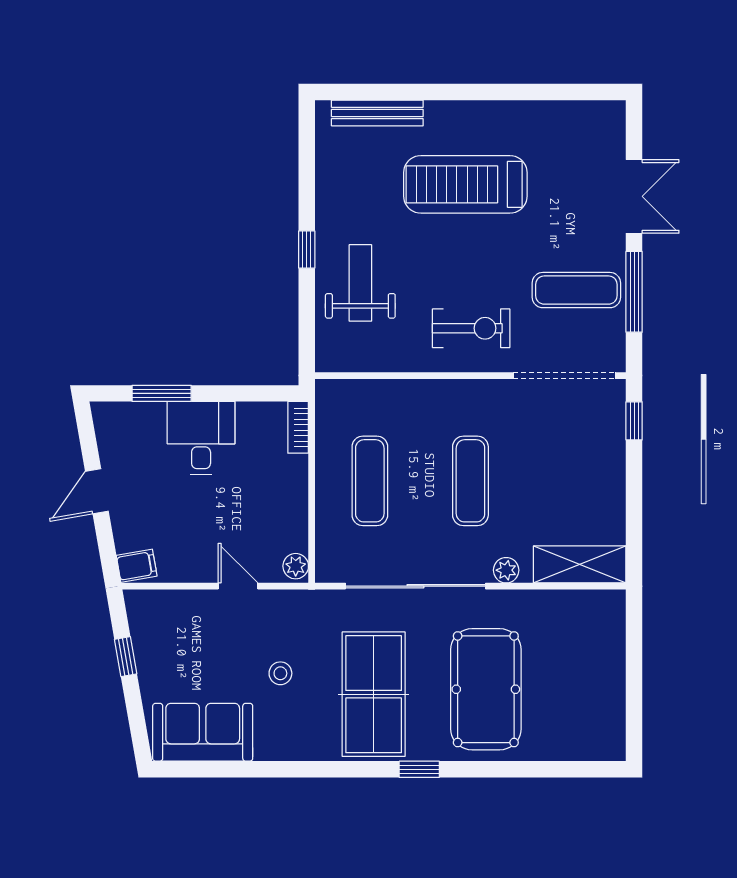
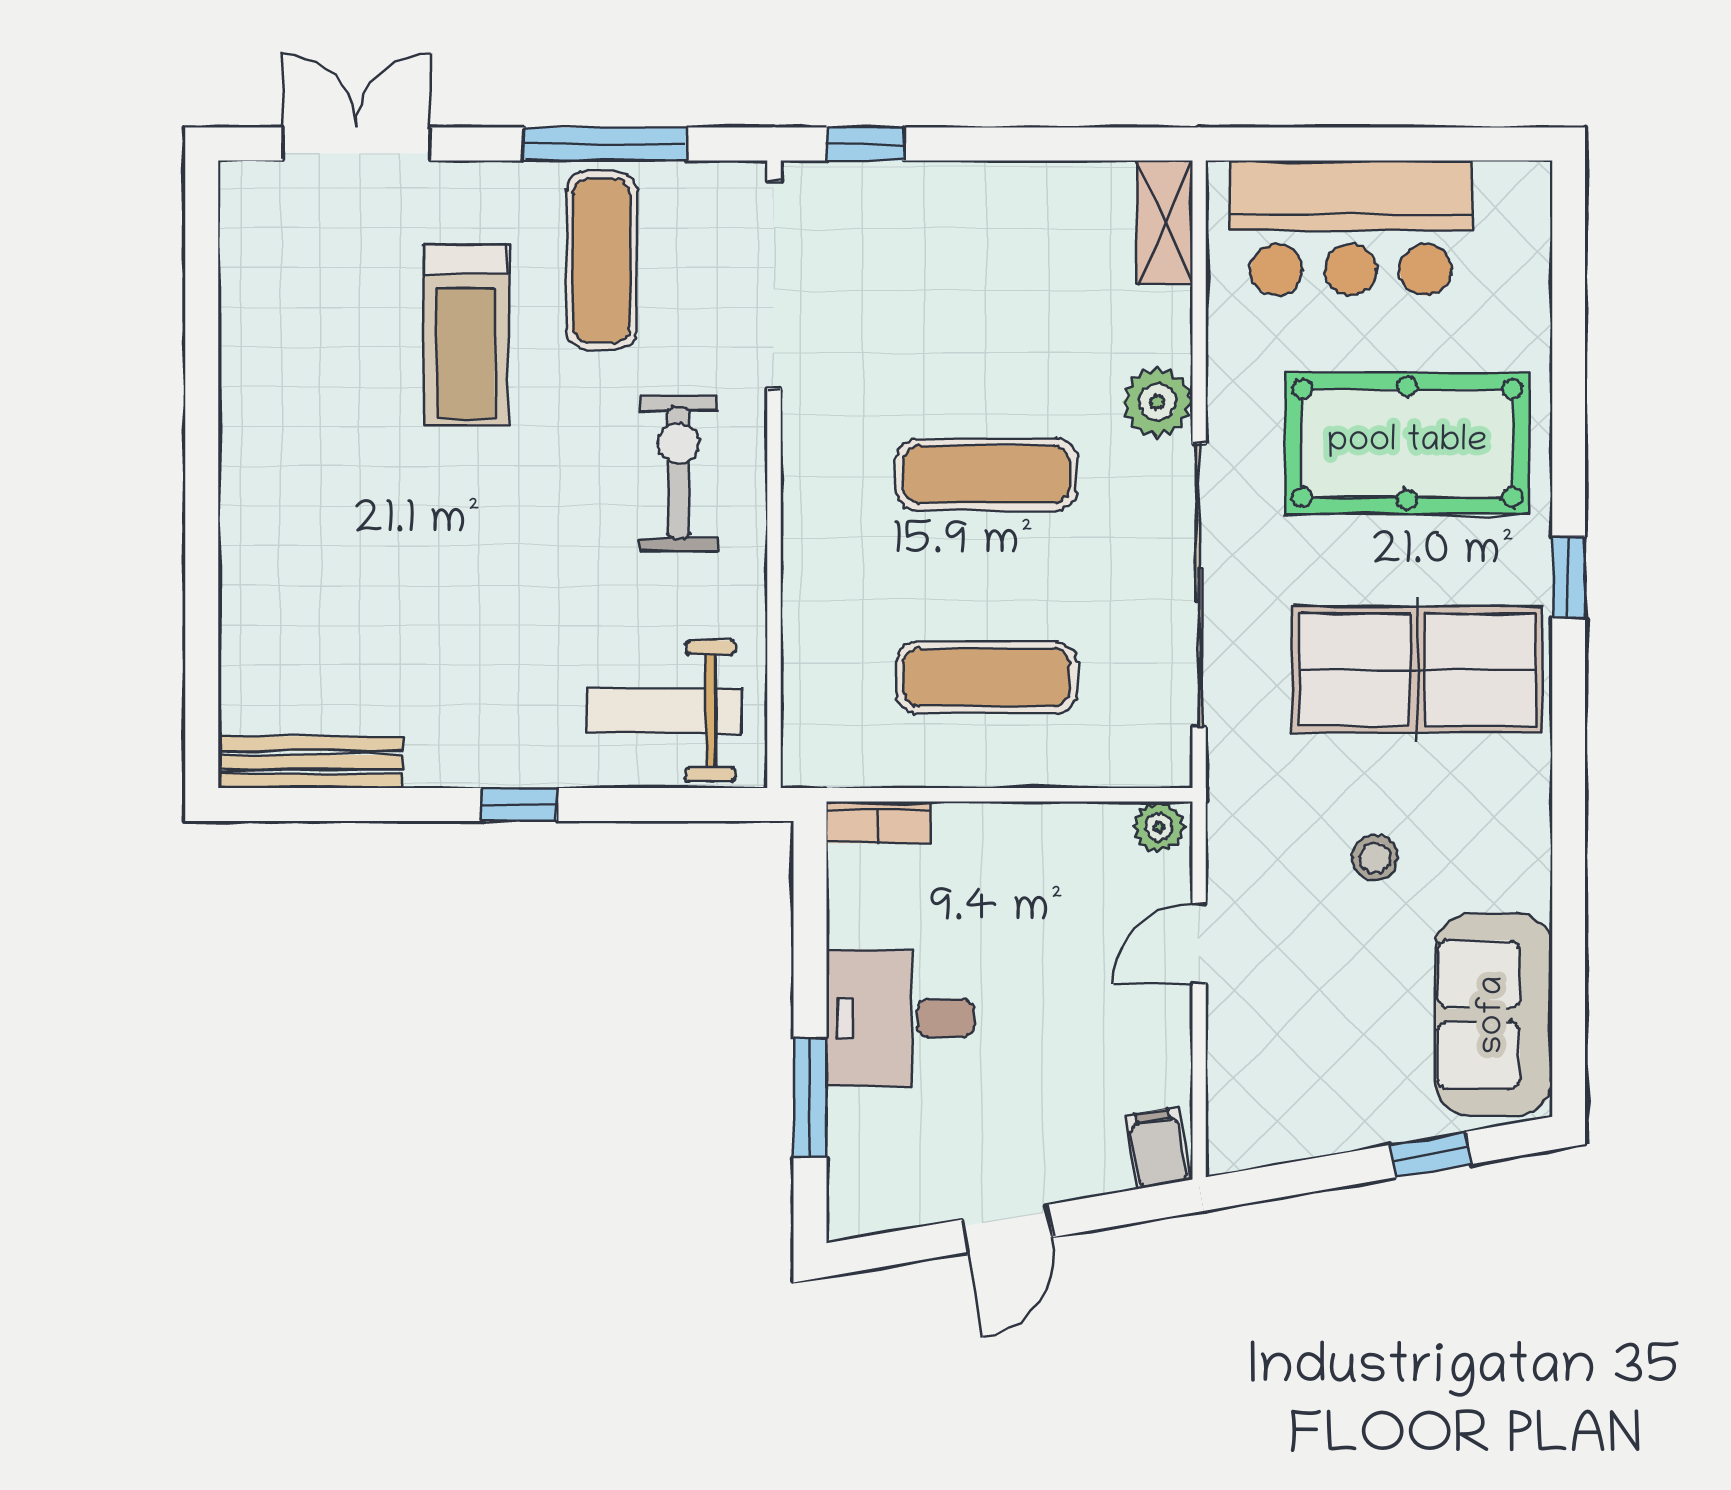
bench: (377, 113) -> (311, 762), moved, turned 90
treadmill: (465, 184) -> (466, 336), moved, width x0.73, depth x0.73
double door: (634, 196) -> (357, 144), moved
weight bench: (360, 283) -> (664, 711), moved
door: (97, 491) -> (1008, 1228), hinge flipped
shelving: (580, 564) -> (1165, 223), width x0.67, depth x0.75
plant: (506, 570) -> (1157, 402), width x1.38, depth x1.38
window: (126, 657) -> (1431, 1155), moved
bar counter: (593, 661) -> (1351, 228), added

